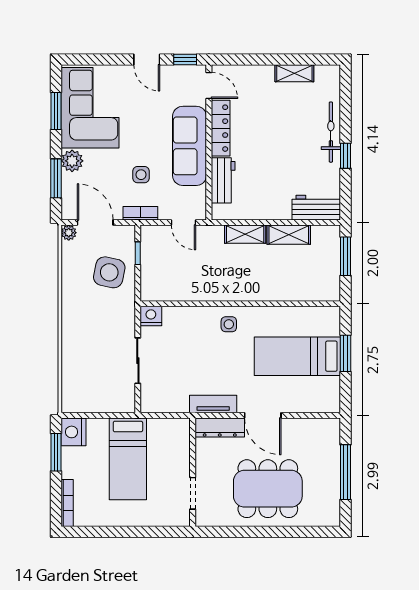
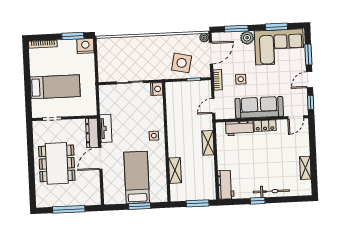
window: (105, 60) -> (308, 54), added
locker: (221, 128) -> (265, 126), width x0.66
shelving: (289, 235) -> (175, 170), moved
bed: (128, 459) -> (55, 87), moved, turned 180

